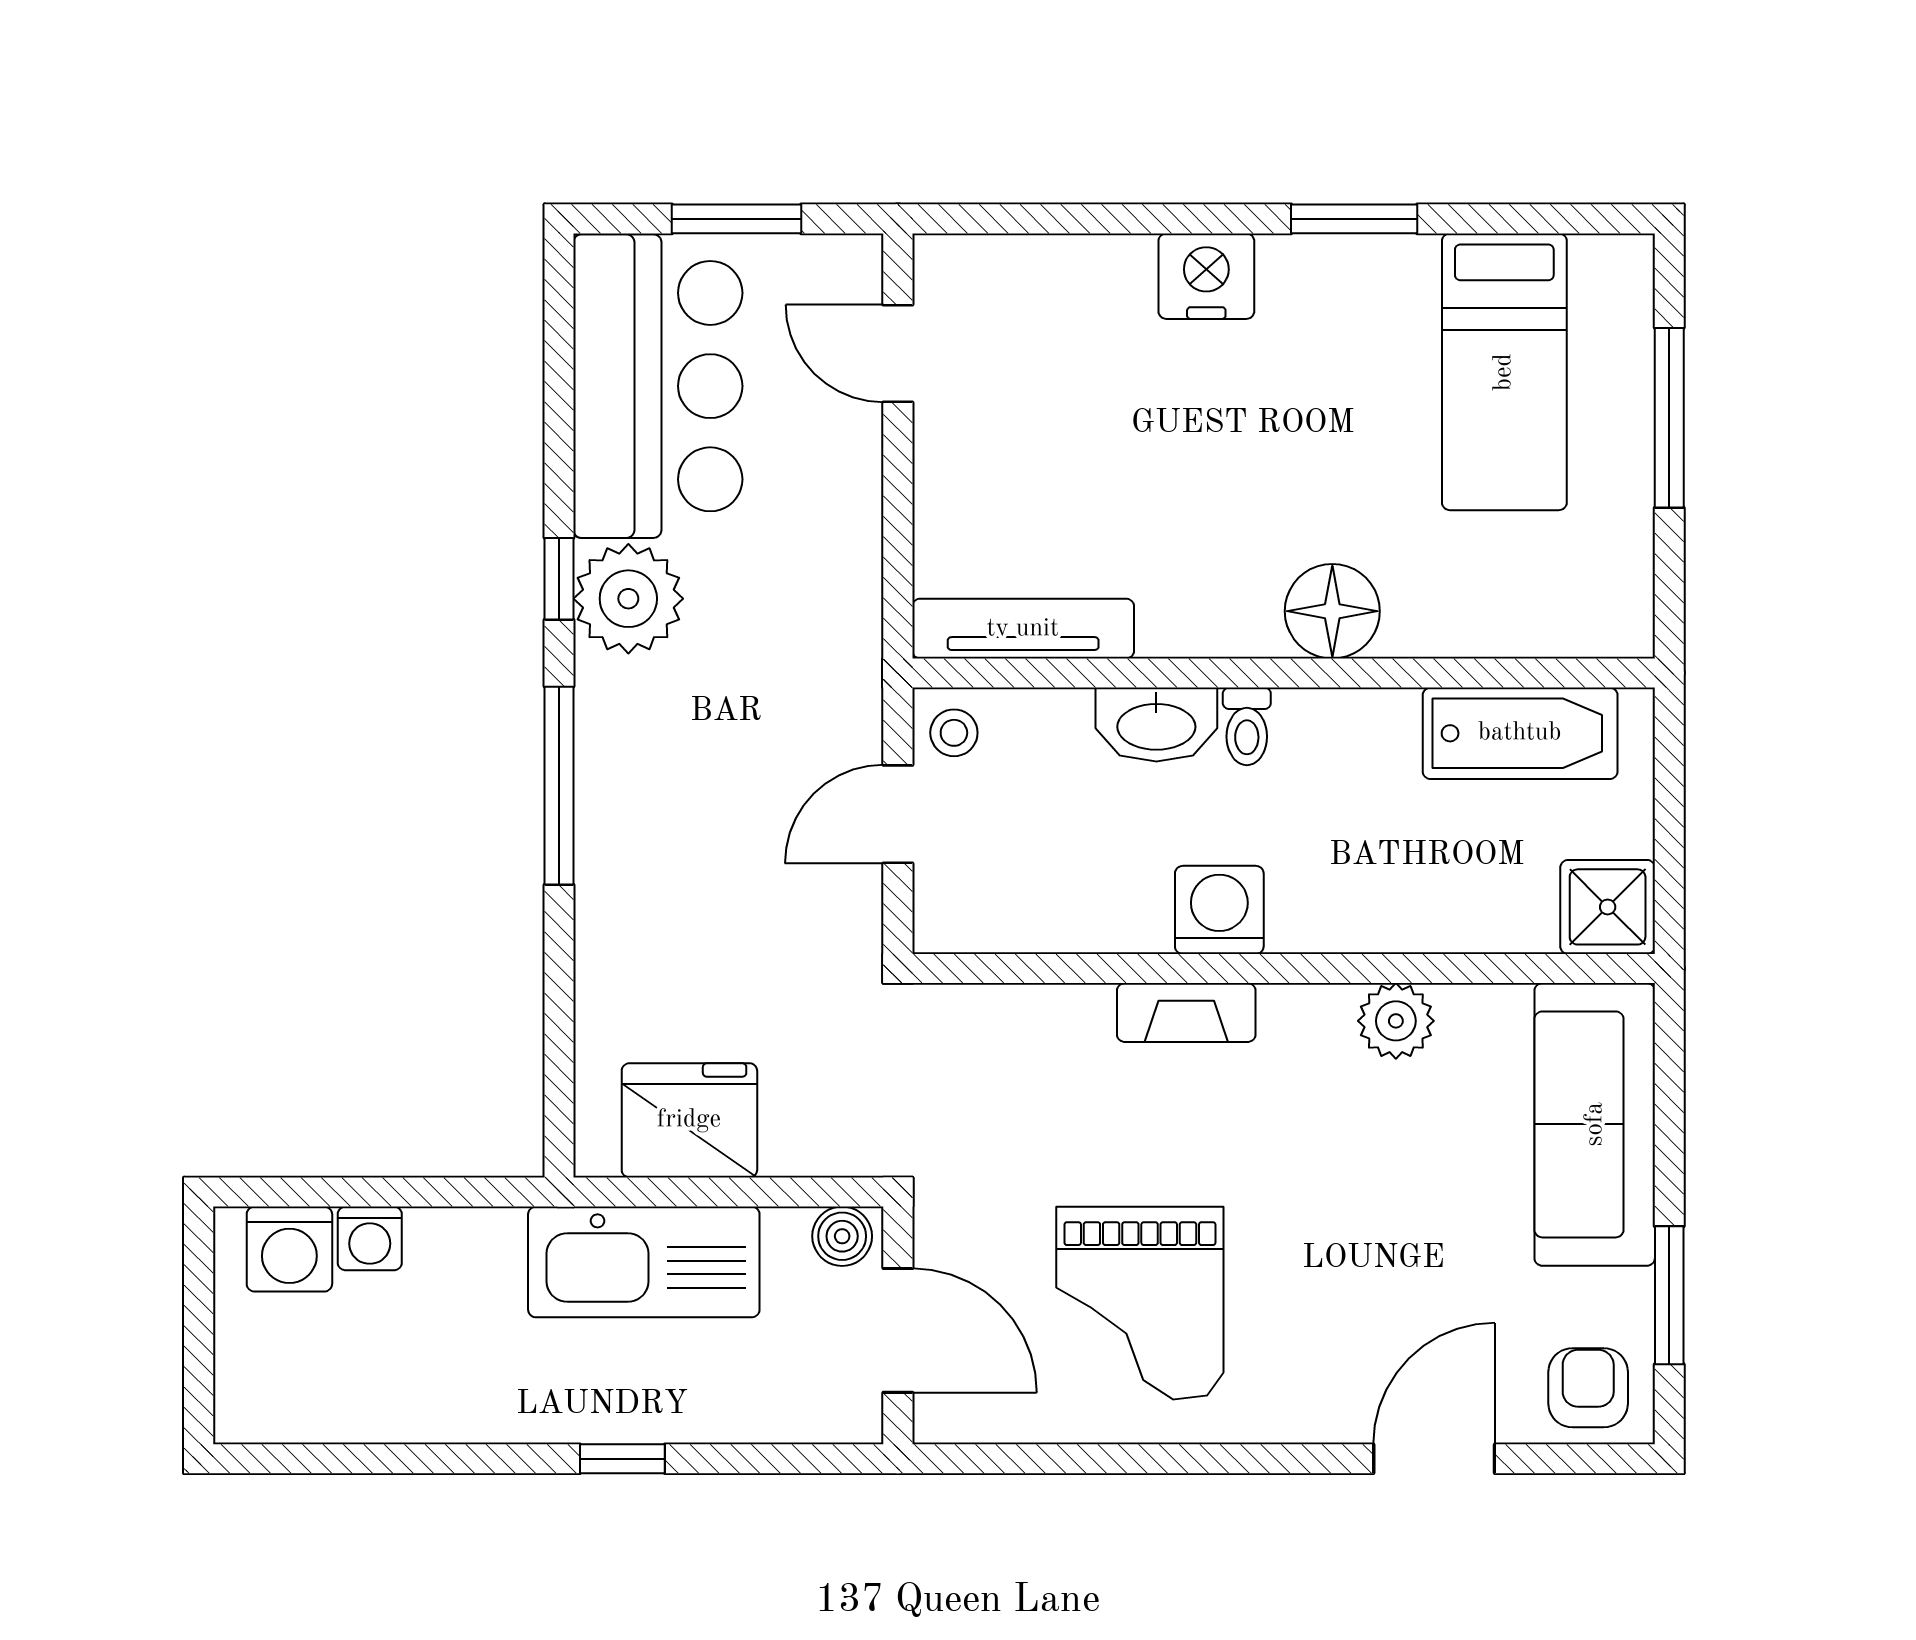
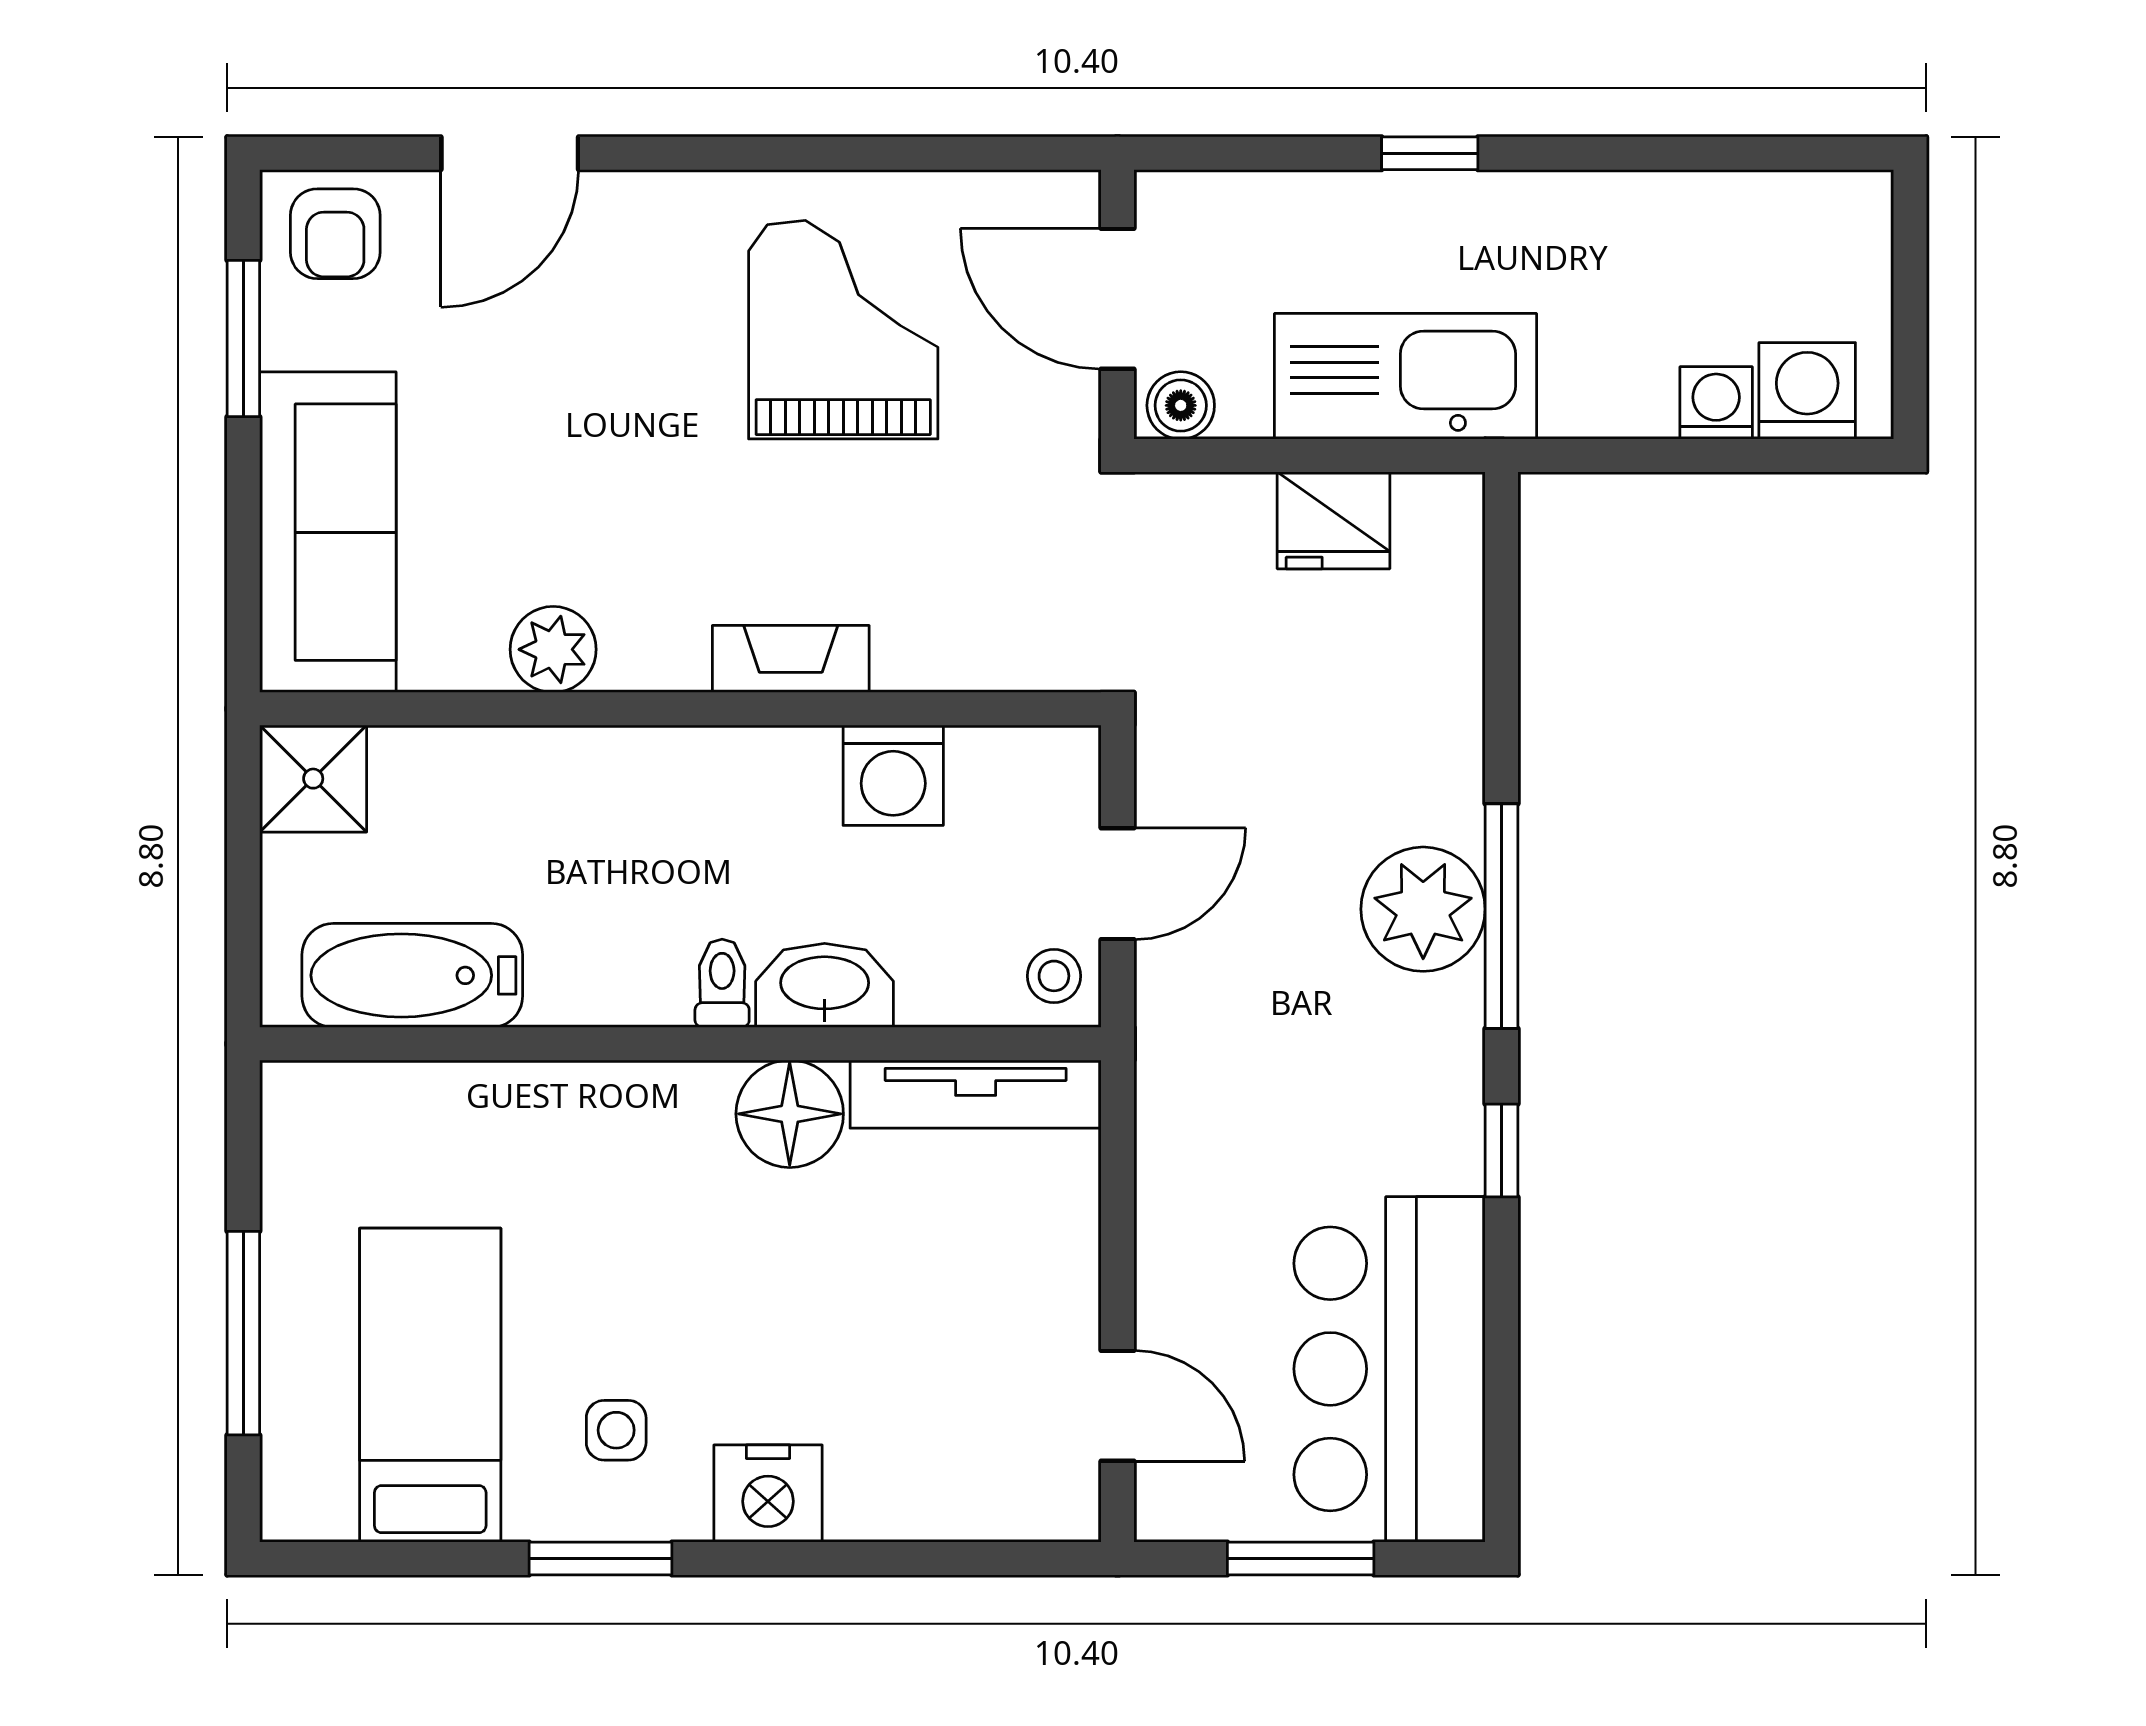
side table: (1340, 332) -> (616, 1430), added
plant: (628, 599) -> (1423, 909), moved
floor lamp: (1332, 611) -> (790, 1114), moved
washing machine: (1219, 910) -> (893, 775), moved
fridge: (689, 1120) -> (1333, 520), width x0.73, depth x0.75

